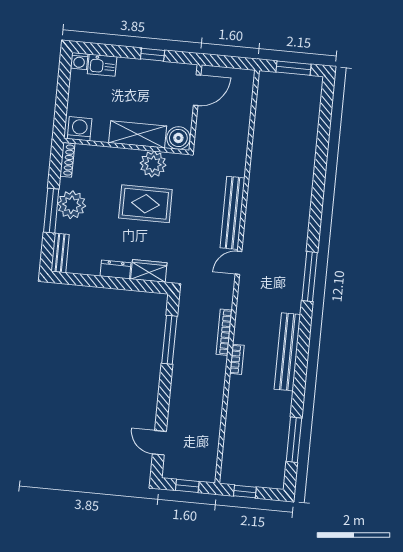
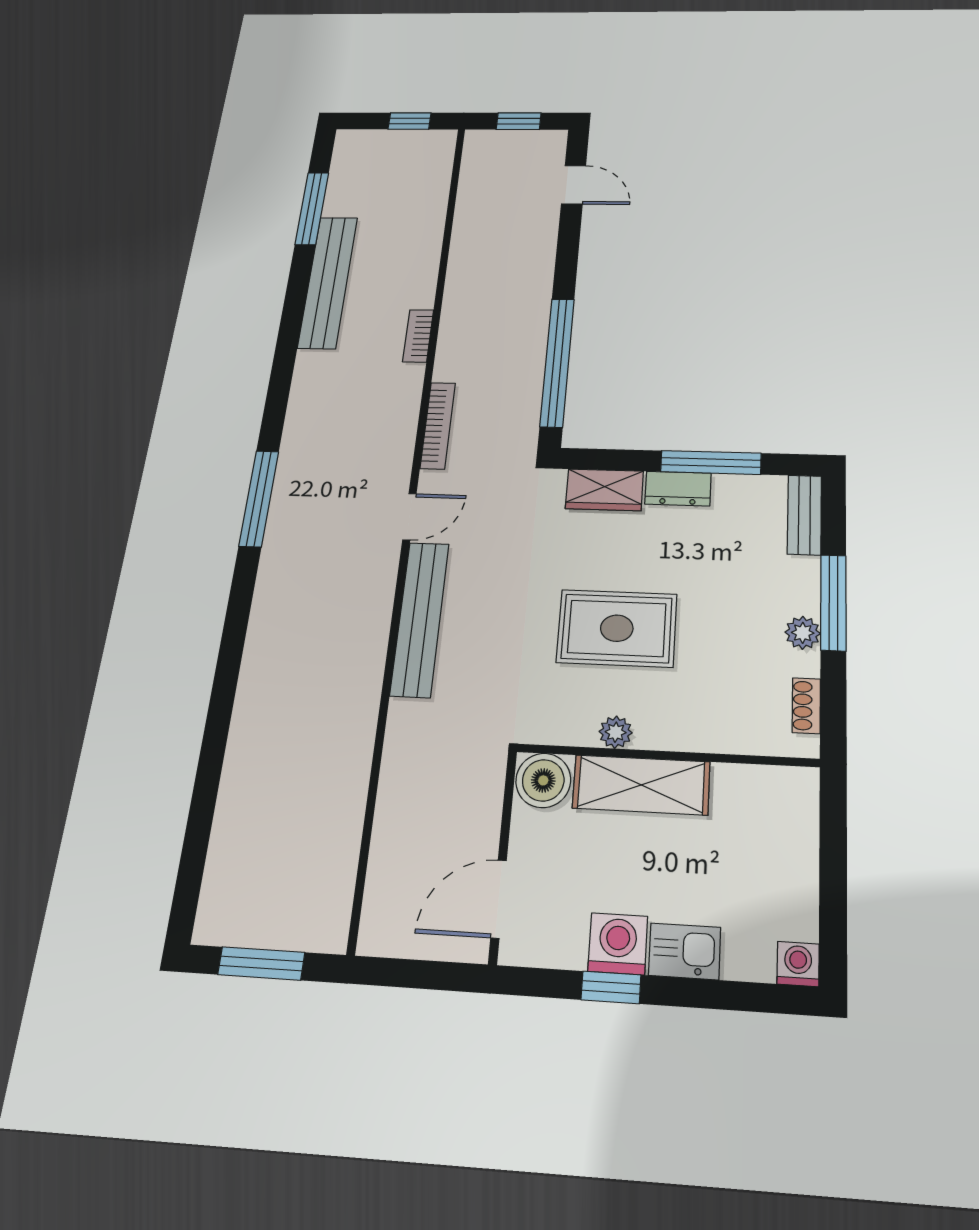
kitchen sink: (102, 65) -> (685, 951), moved
washing machine: (80, 129) -> (618, 944), moved, turned 180
shoe rack: (67, 160) -> (806, 706), width x0.70
plant: (153, 164) -> (616, 732), width x0.53, depth x0.53
plant: (72, 205) -> (803, 633), width x0.53, depth x0.53
window: (100, 282) -> (711, 462), added
bookcase: (224, 332) -> (438, 425), moved
window: (169, 340) -> (557, 362), width x1.46
bench: (287, 352) -> (328, 282), moved

